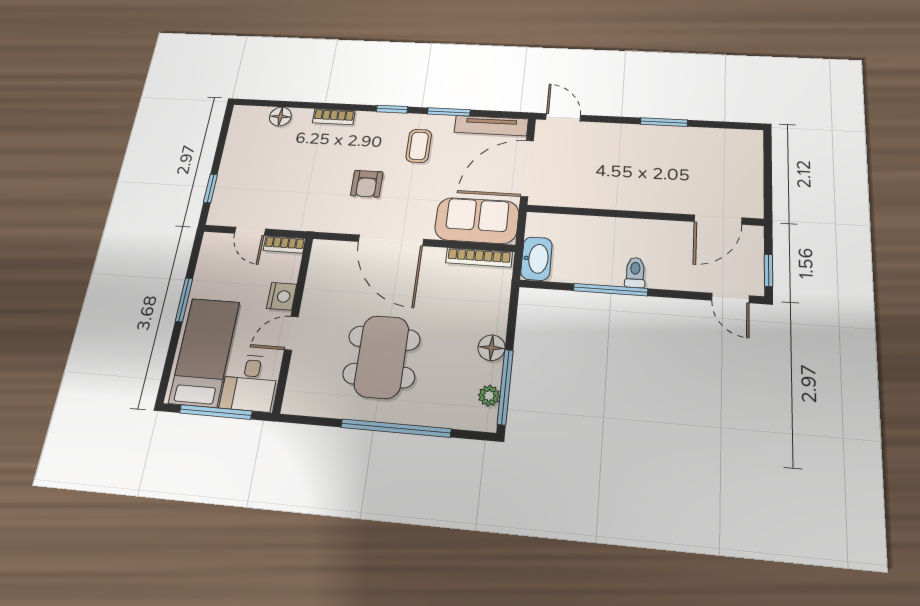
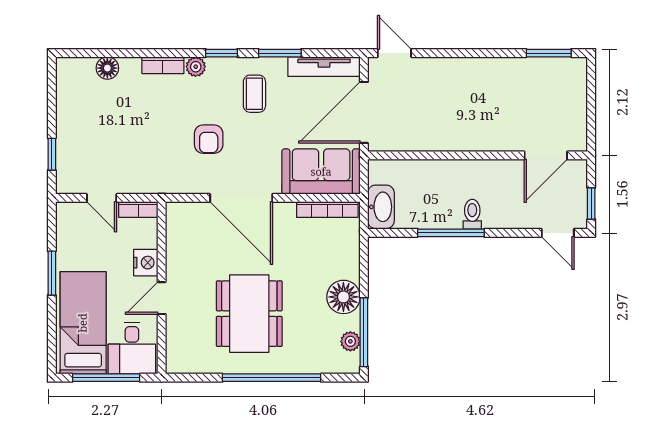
plant: (365, 120) -> (196, 67), added
window: (664, 122) -> (549, 53), moved
floor lamp: (491, 348) -> (343, 297), width x1.38, depth x1.38

